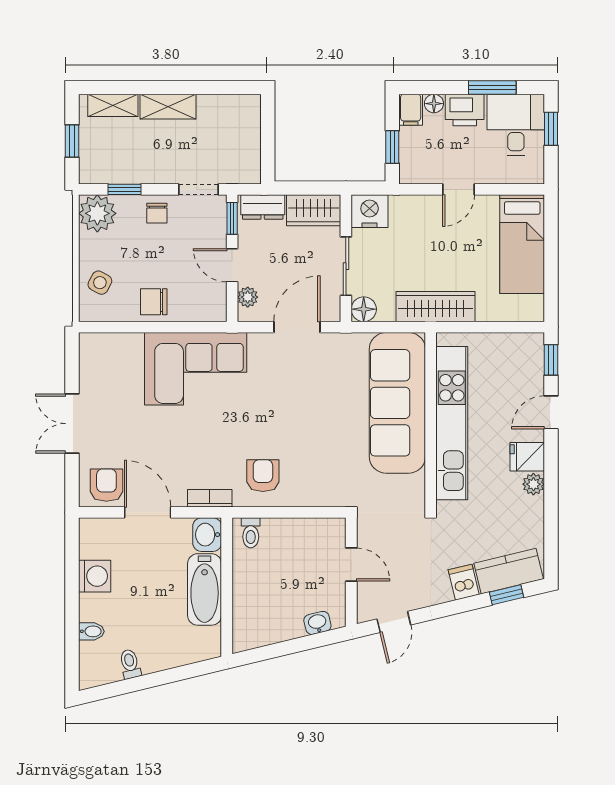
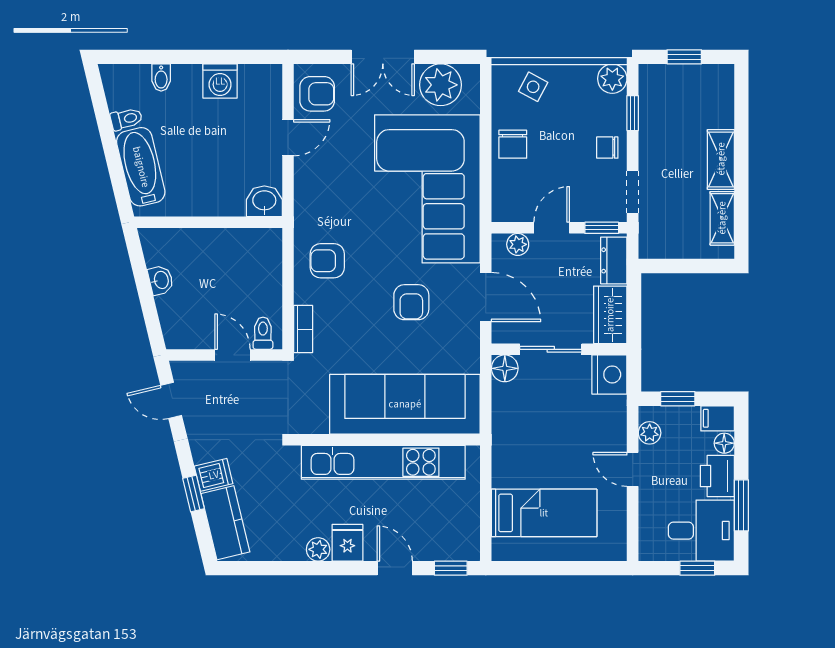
shelving: (113, 105) -> (722, 218), moved
plant: (424, 174) -> (650, 433), added
plant: (97, 213) -> (612, 79), width x0.73, depth x0.73
bed: (522, 244) -> (544, 513), moved, turned 180
chair: (154, 302) -> (513, 144), turned 180
wardrobe: (435, 307) -> (508, 445), removed
plant: (98, 369) -> (441, 85), added
corner sofa: (196, 369) -> (427, 189), width x1.36, depth x1.36
armchair: (302, 397) -> (411, 302), added
double door: (72, 424) -> (383, 57), swing flipped
armchair: (263, 476) -> (327, 261), turned 180
bookcase: (210, 498) -> (303, 329), moved
door: (148, 512) -> (288, 138), width x0.73
toilet: (251, 533) -> (263, 333), moved, turned 90
door: (351, 564) -> (232, 355), swing flipped
bathtub: (205, 589) -> (141, 167), moved, turned 76
window: (507, 595) -> (194, 494), moved
washbasin: (317, 623) -> (161, 280), moved

